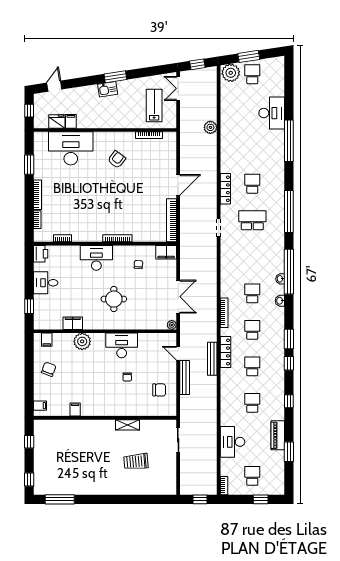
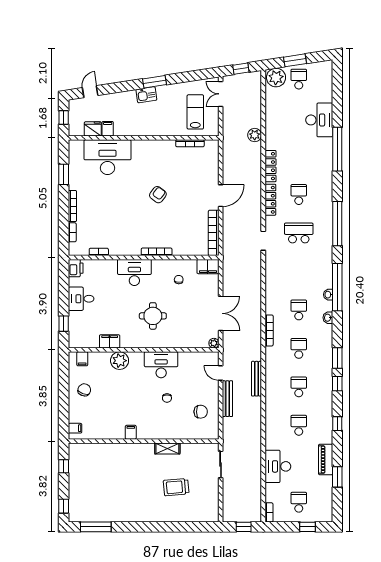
armchair: (117, 159) -> (158, 195), moved
locker: (225, 352) -> (270, 166), moved
filing cabinet: (75, 409) -> (131, 432), moved

